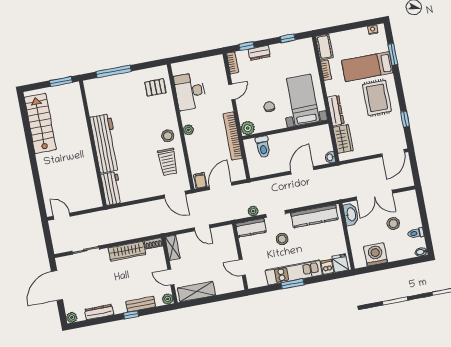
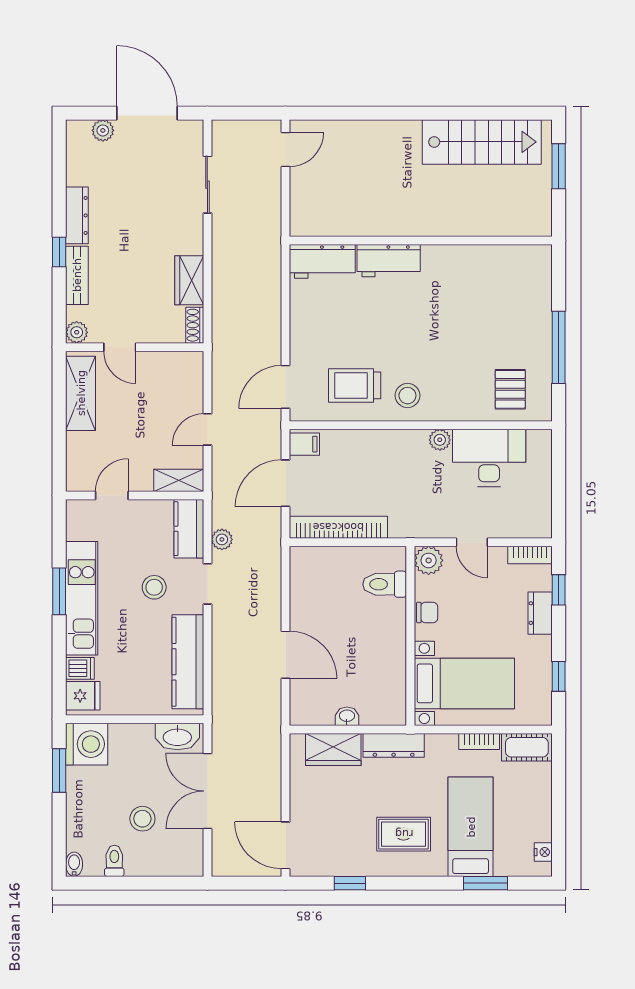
window: (114, 71) -> (559, 347), moved
window: (61, 82) -> (559, 166), moved
rug: (377, 98) -> (404, 834), width x0.73, depth x0.70
bed with nightstands: (303, 100) -> (464, 683), moved
plant: (248, 128) -> (429, 560), moved
plant: (188, 130) -> (440, 440), moved
wall: (285, 130) -> (410, 636), moved
bookcase: (233, 136) -> (338, 527), moved
workbench: (105, 143) -> (389, 261), width x0.53, depth x0.76
toilet: (263, 147) -> (385, 584), moved
washbasin: (330, 157) -> (347, 716), moved
door: (221, 186) -> (286, 483), swing flipped
shelving: (173, 248) -> (179, 480), moved
wardrobe: (127, 251) -> (189, 280), width x0.67
washing machine: (376, 254) -> (87, 744), moved
window: (378, 268) -> (59, 771), added
door: (171, 277) -> (120, 347), swing flipped
dresser: (99, 312) -> (77, 215), moved
plant: (72, 317) -> (103, 130), moved

